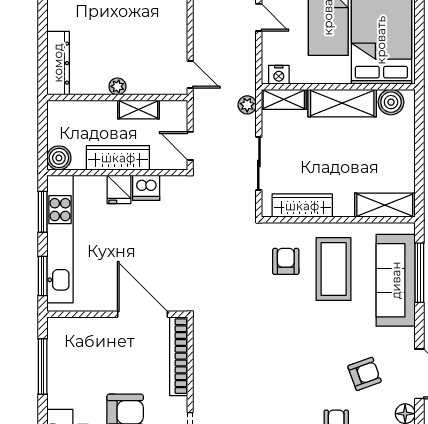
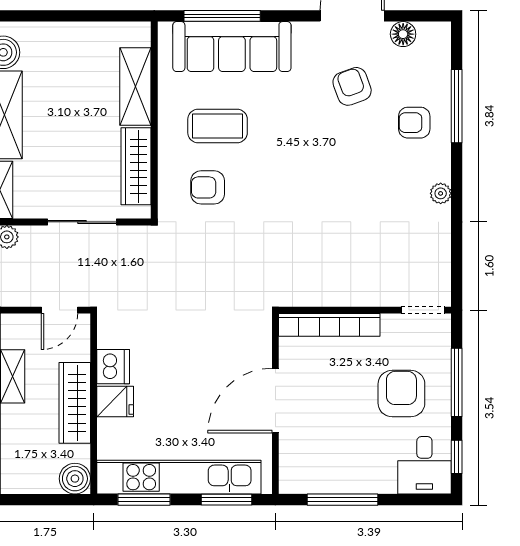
shelving: (385, 205) -> (135, 87), moved
coffee table: (334, 269) -> (218, 126), width x0.73, depth x0.76
door: (142, 314) -> (275, 401), moved

